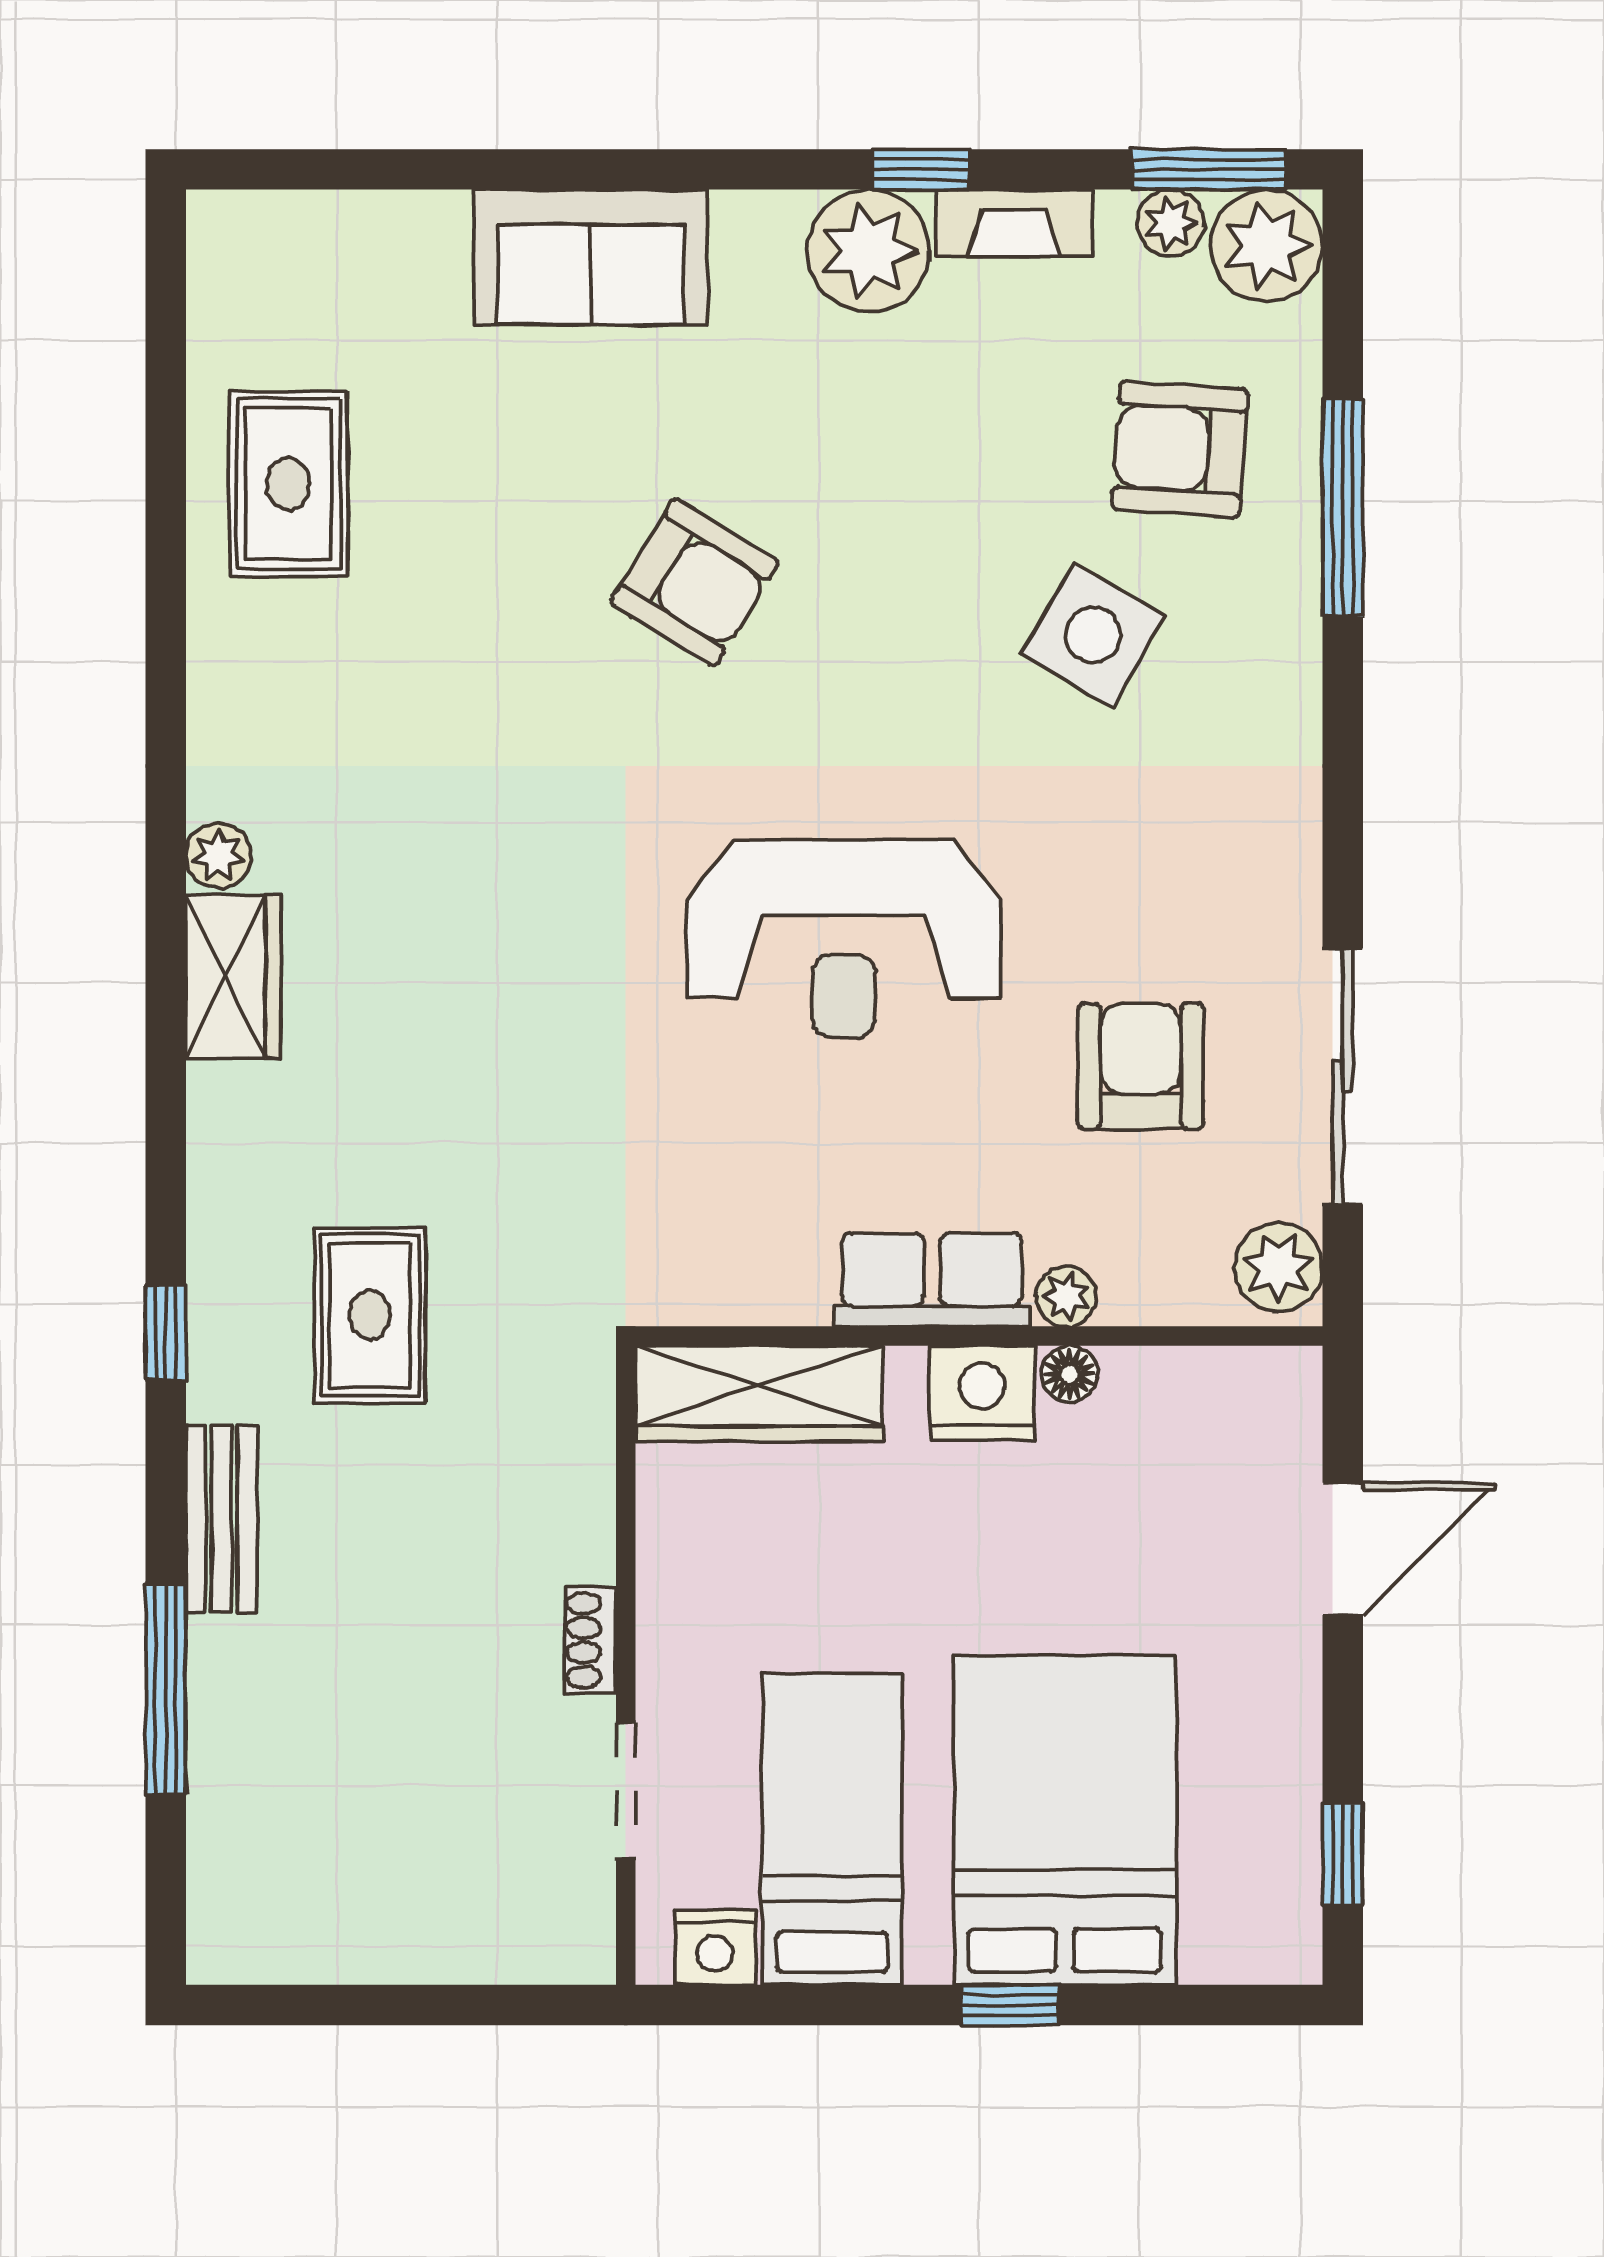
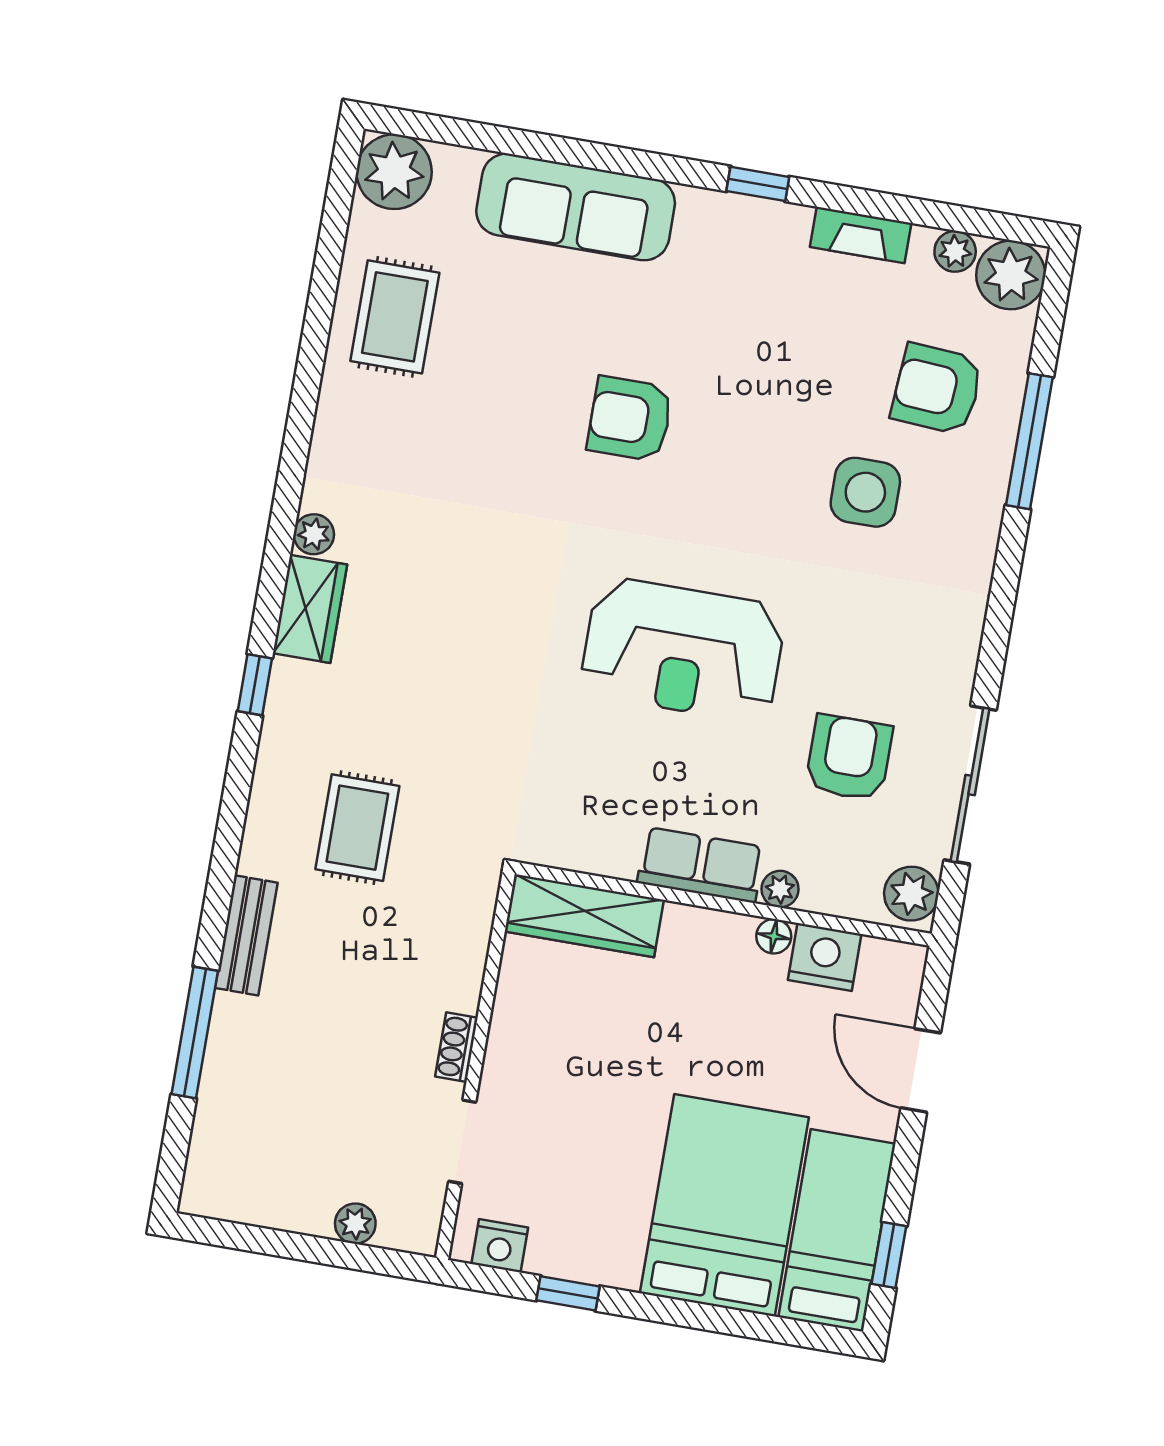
window: (921, 169) -> (758, 184), moved
window: (1209, 169) -> (984, 223), removed
plant: (868, 251) -> (394, 172), moved
sofa: (591, 257) -> (576, 207), width x1.36
armchair: (695, 582) -> (630, 419), turned 148
side table: (1093, 635) -> (865, 492), turned -30
window: (166, 1333) -> (255, 685), moved
nightstand: (982, 1393) -> (825, 957), moved
door: (1343, 1549) -> (921, 1070), swing flipped
bed: (832, 1829) -> (837, 1230), moved
plant: (477, 1952) -> (355, 1224), added
window: (1010, 2005) -> (568, 1293), moved

